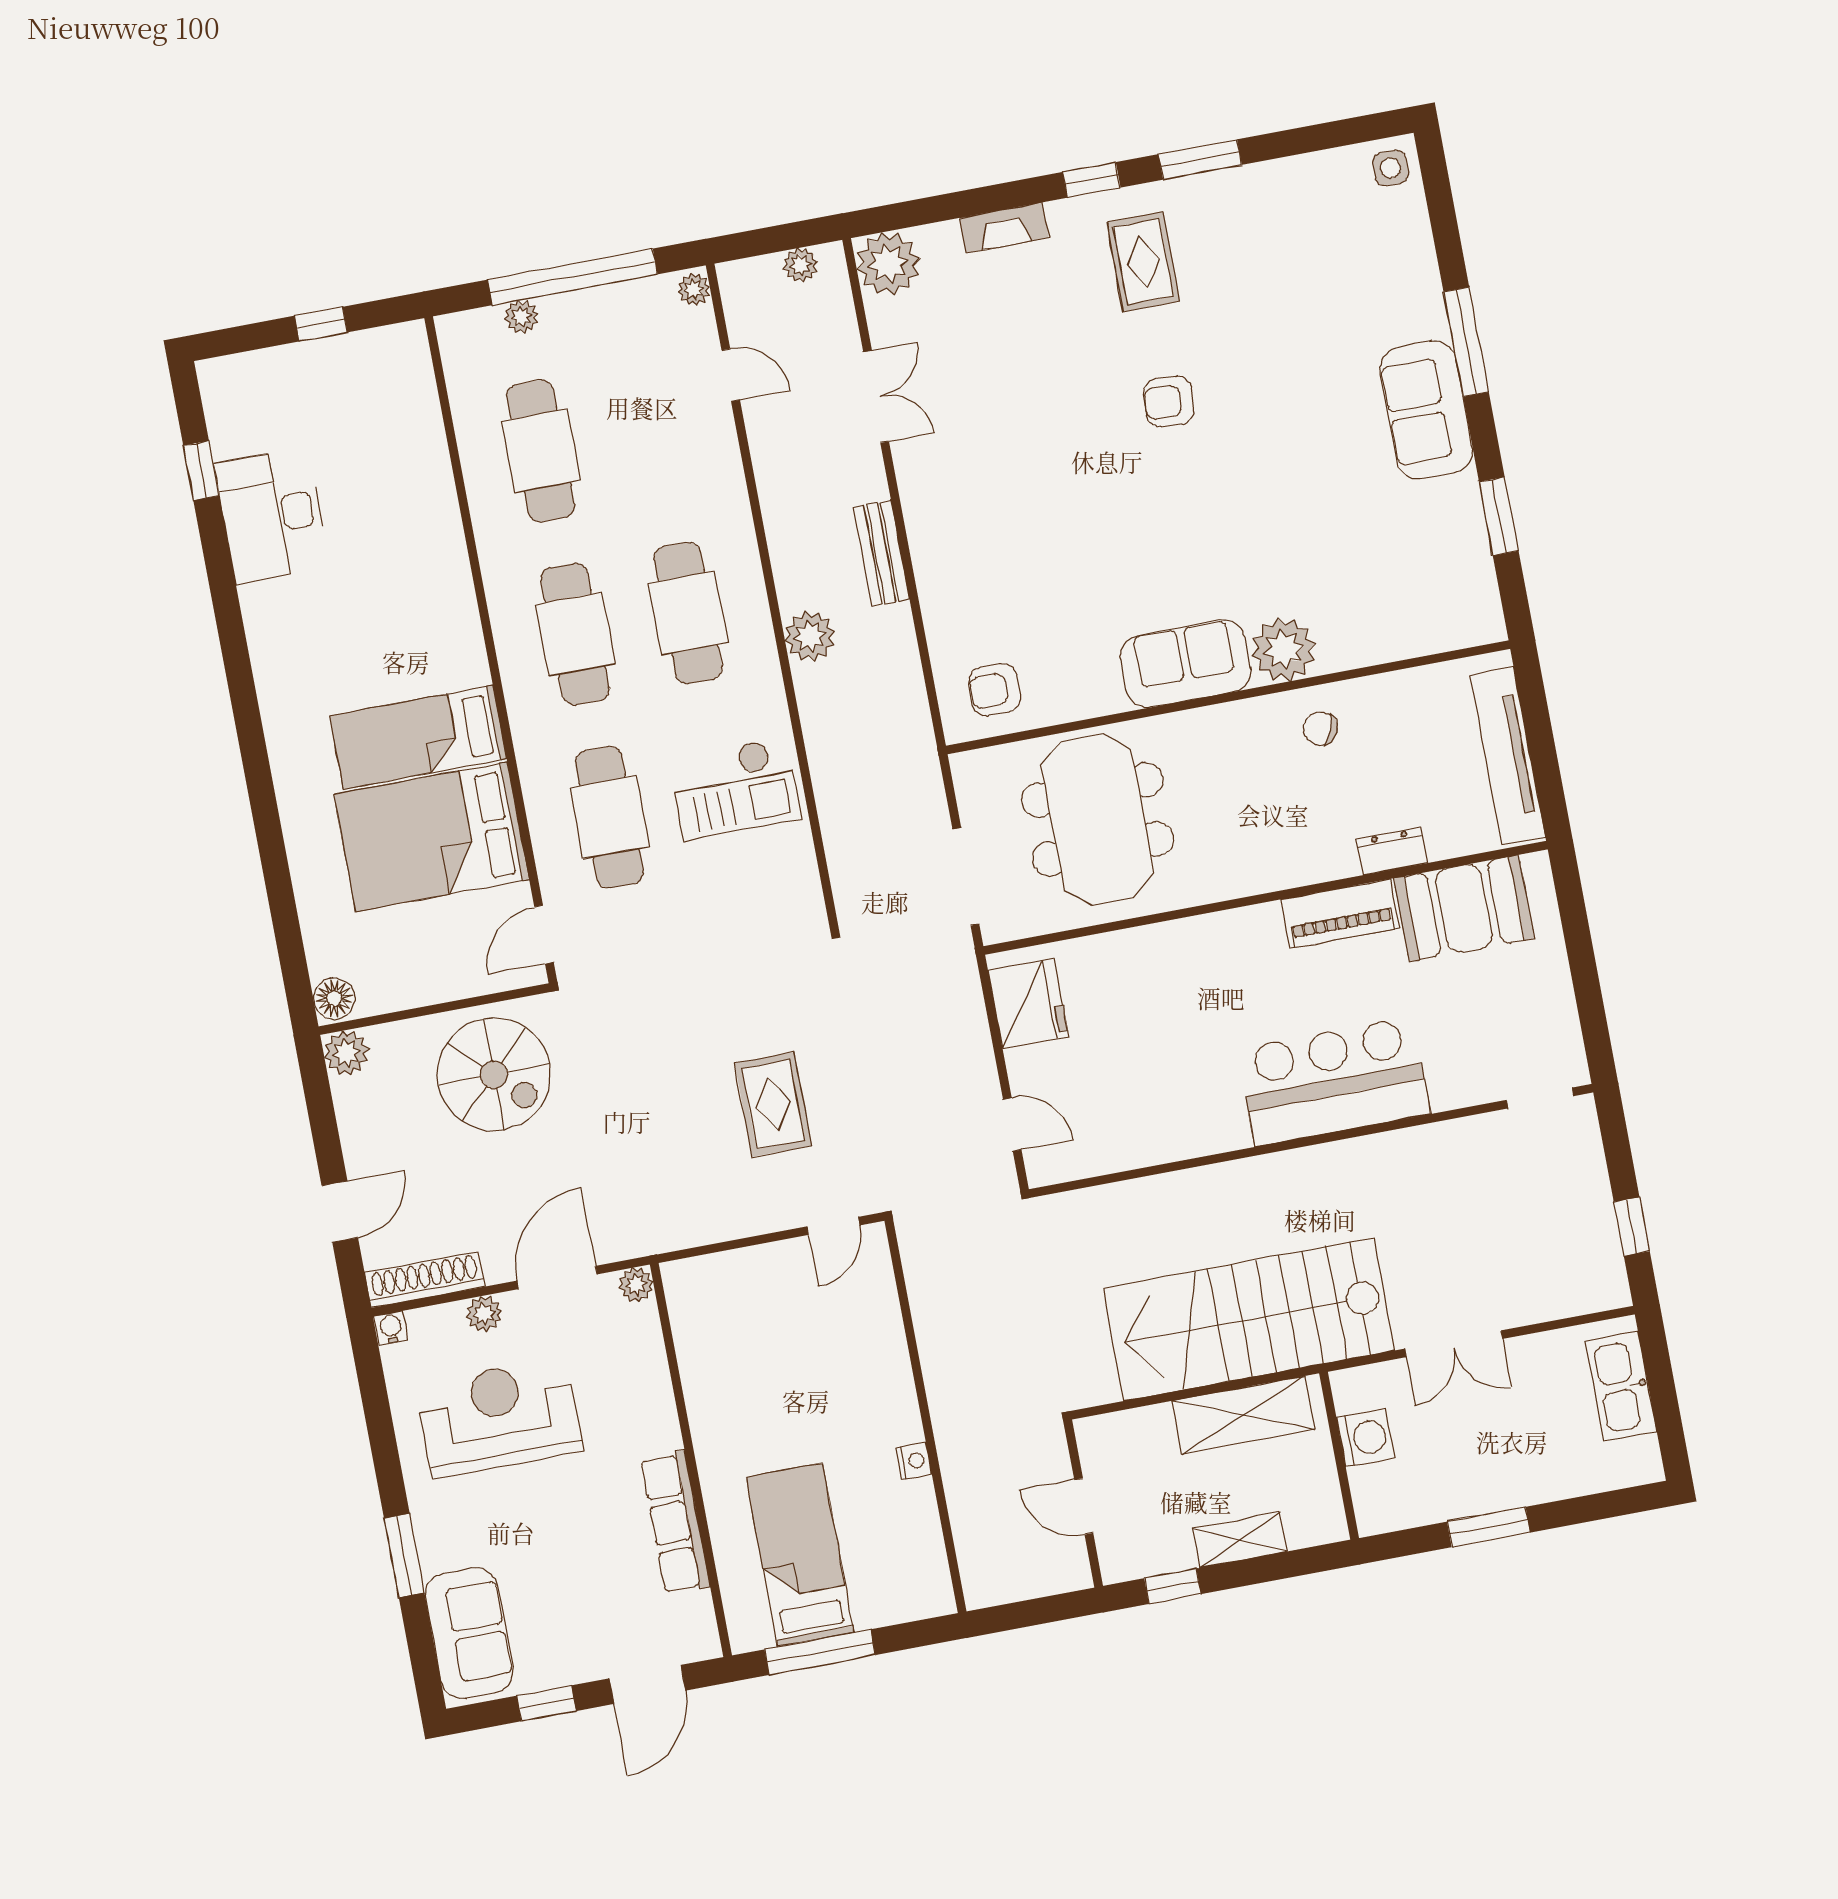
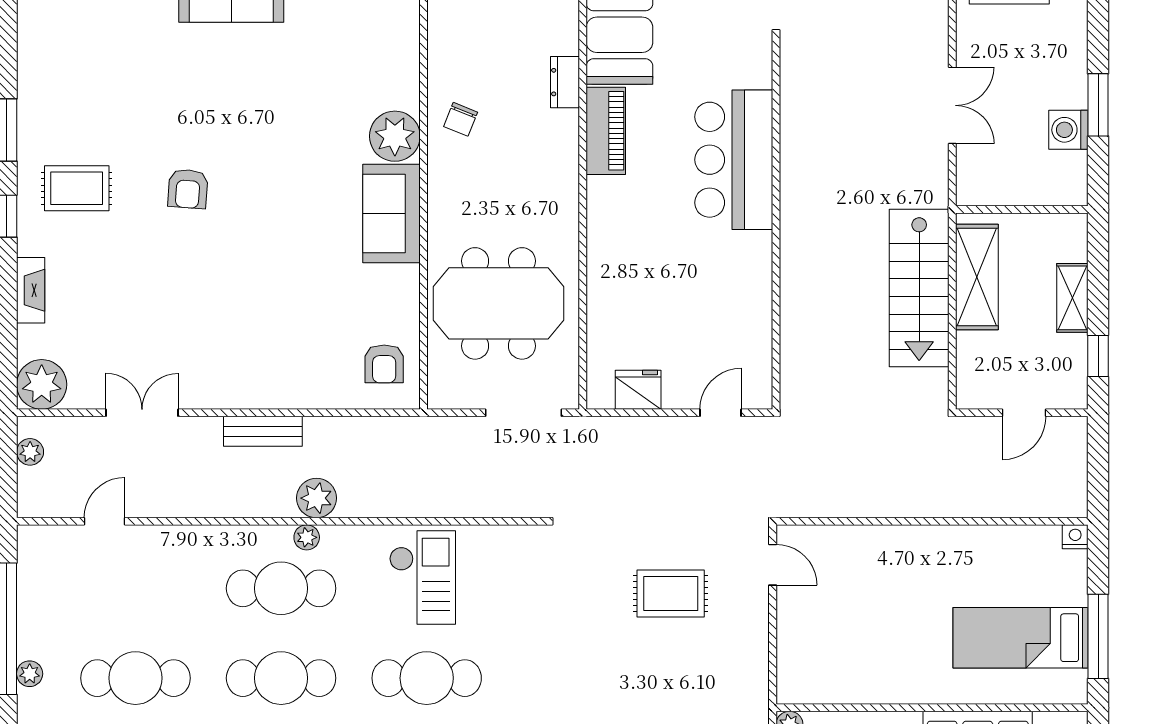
plant: (694, 289) -> (307, 537), moved
fridge: (1028, 1004) -> (638, 390), width x0.73, depth x0.75
stairs: (1249, 1319) -> (919, 288), width x0.73, depth x0.66
washing machine: (1366, 1438) -> (1068, 130), moved, turned -90
nightstand: (914, 1461) -> (1075, 537), moved

